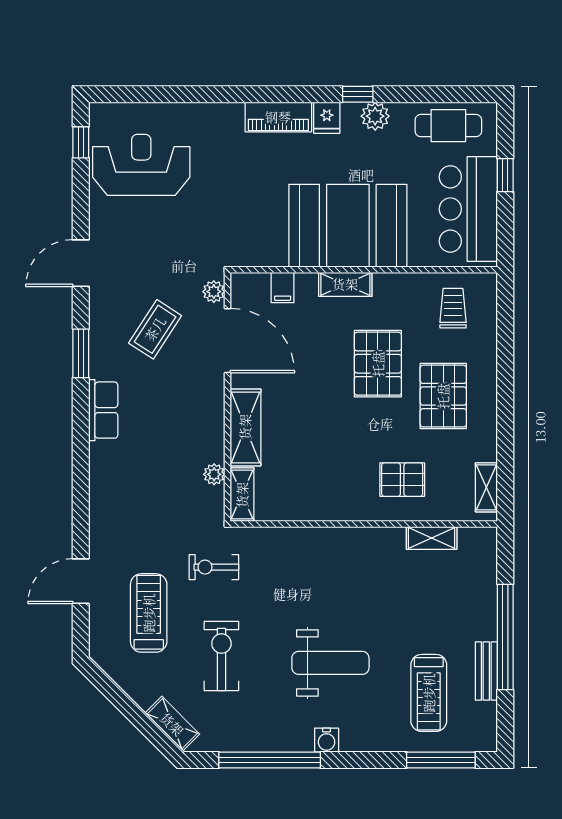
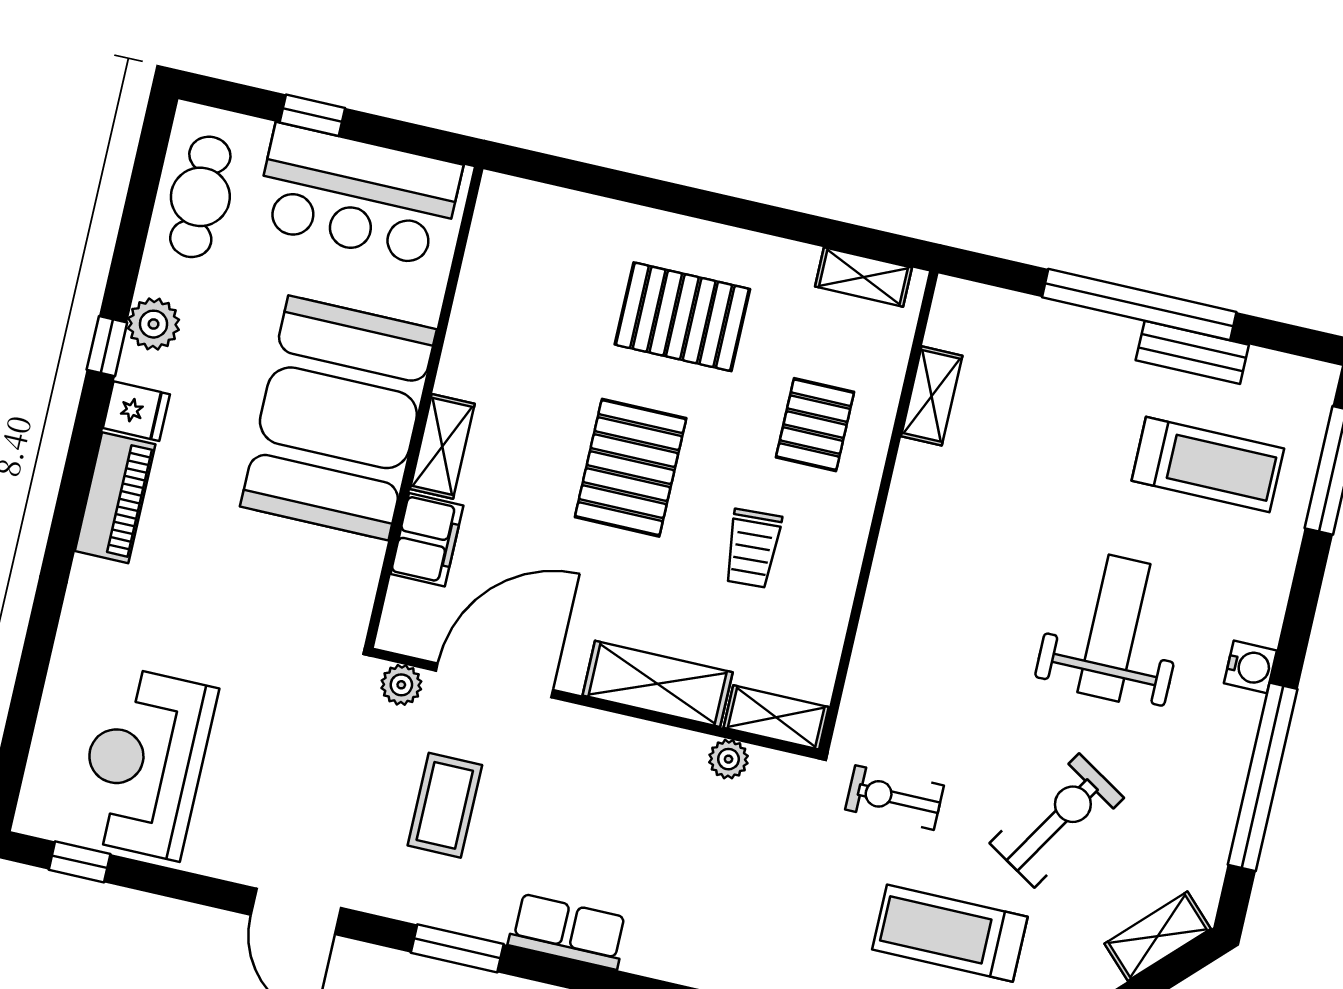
filing cabinet: (283, 288) -> (427, 540), width x2.00
trolley: (453, 308) -> (752, 548), moved, turned -93
coffee table: (155, 329) -> (445, 805), turned 57
pallet: (378, 364) -> (631, 468), moved, turned 90
exercise bike: (214, 567) -> (895, 798), turned 90
exercise bike: (221, 656) -> (1057, 820), turned 122

